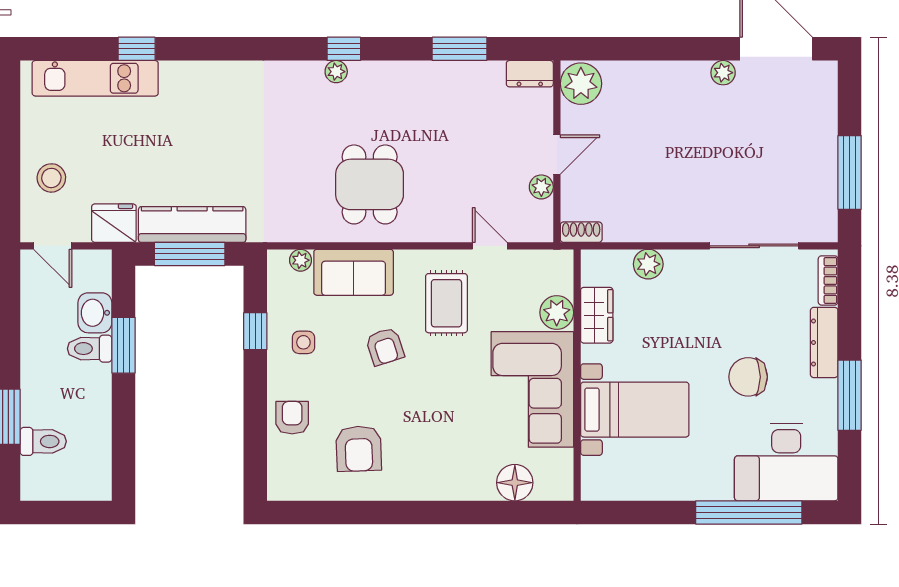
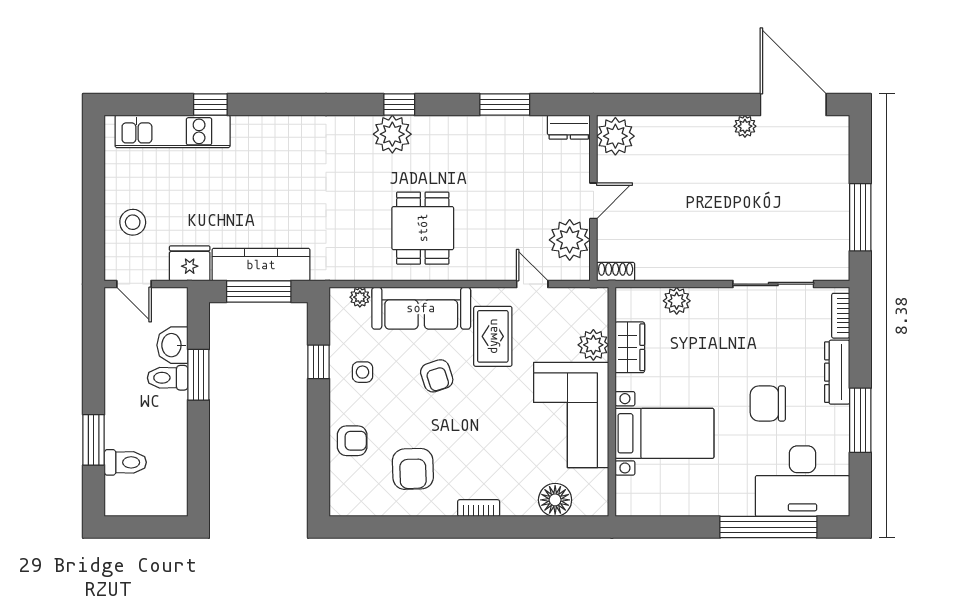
plant: (336, 72) -> (392, 134), width x1.87, depth x1.87
plant: (541, 187) -> (570, 240), width x1.88, depth x1.88
sofa: (354, 272) -> (421, 308), width x1.36
armchair: (292, 418) -> (352, 441), turned 90
bookcase: (431, 492) -> (479, 508), added

